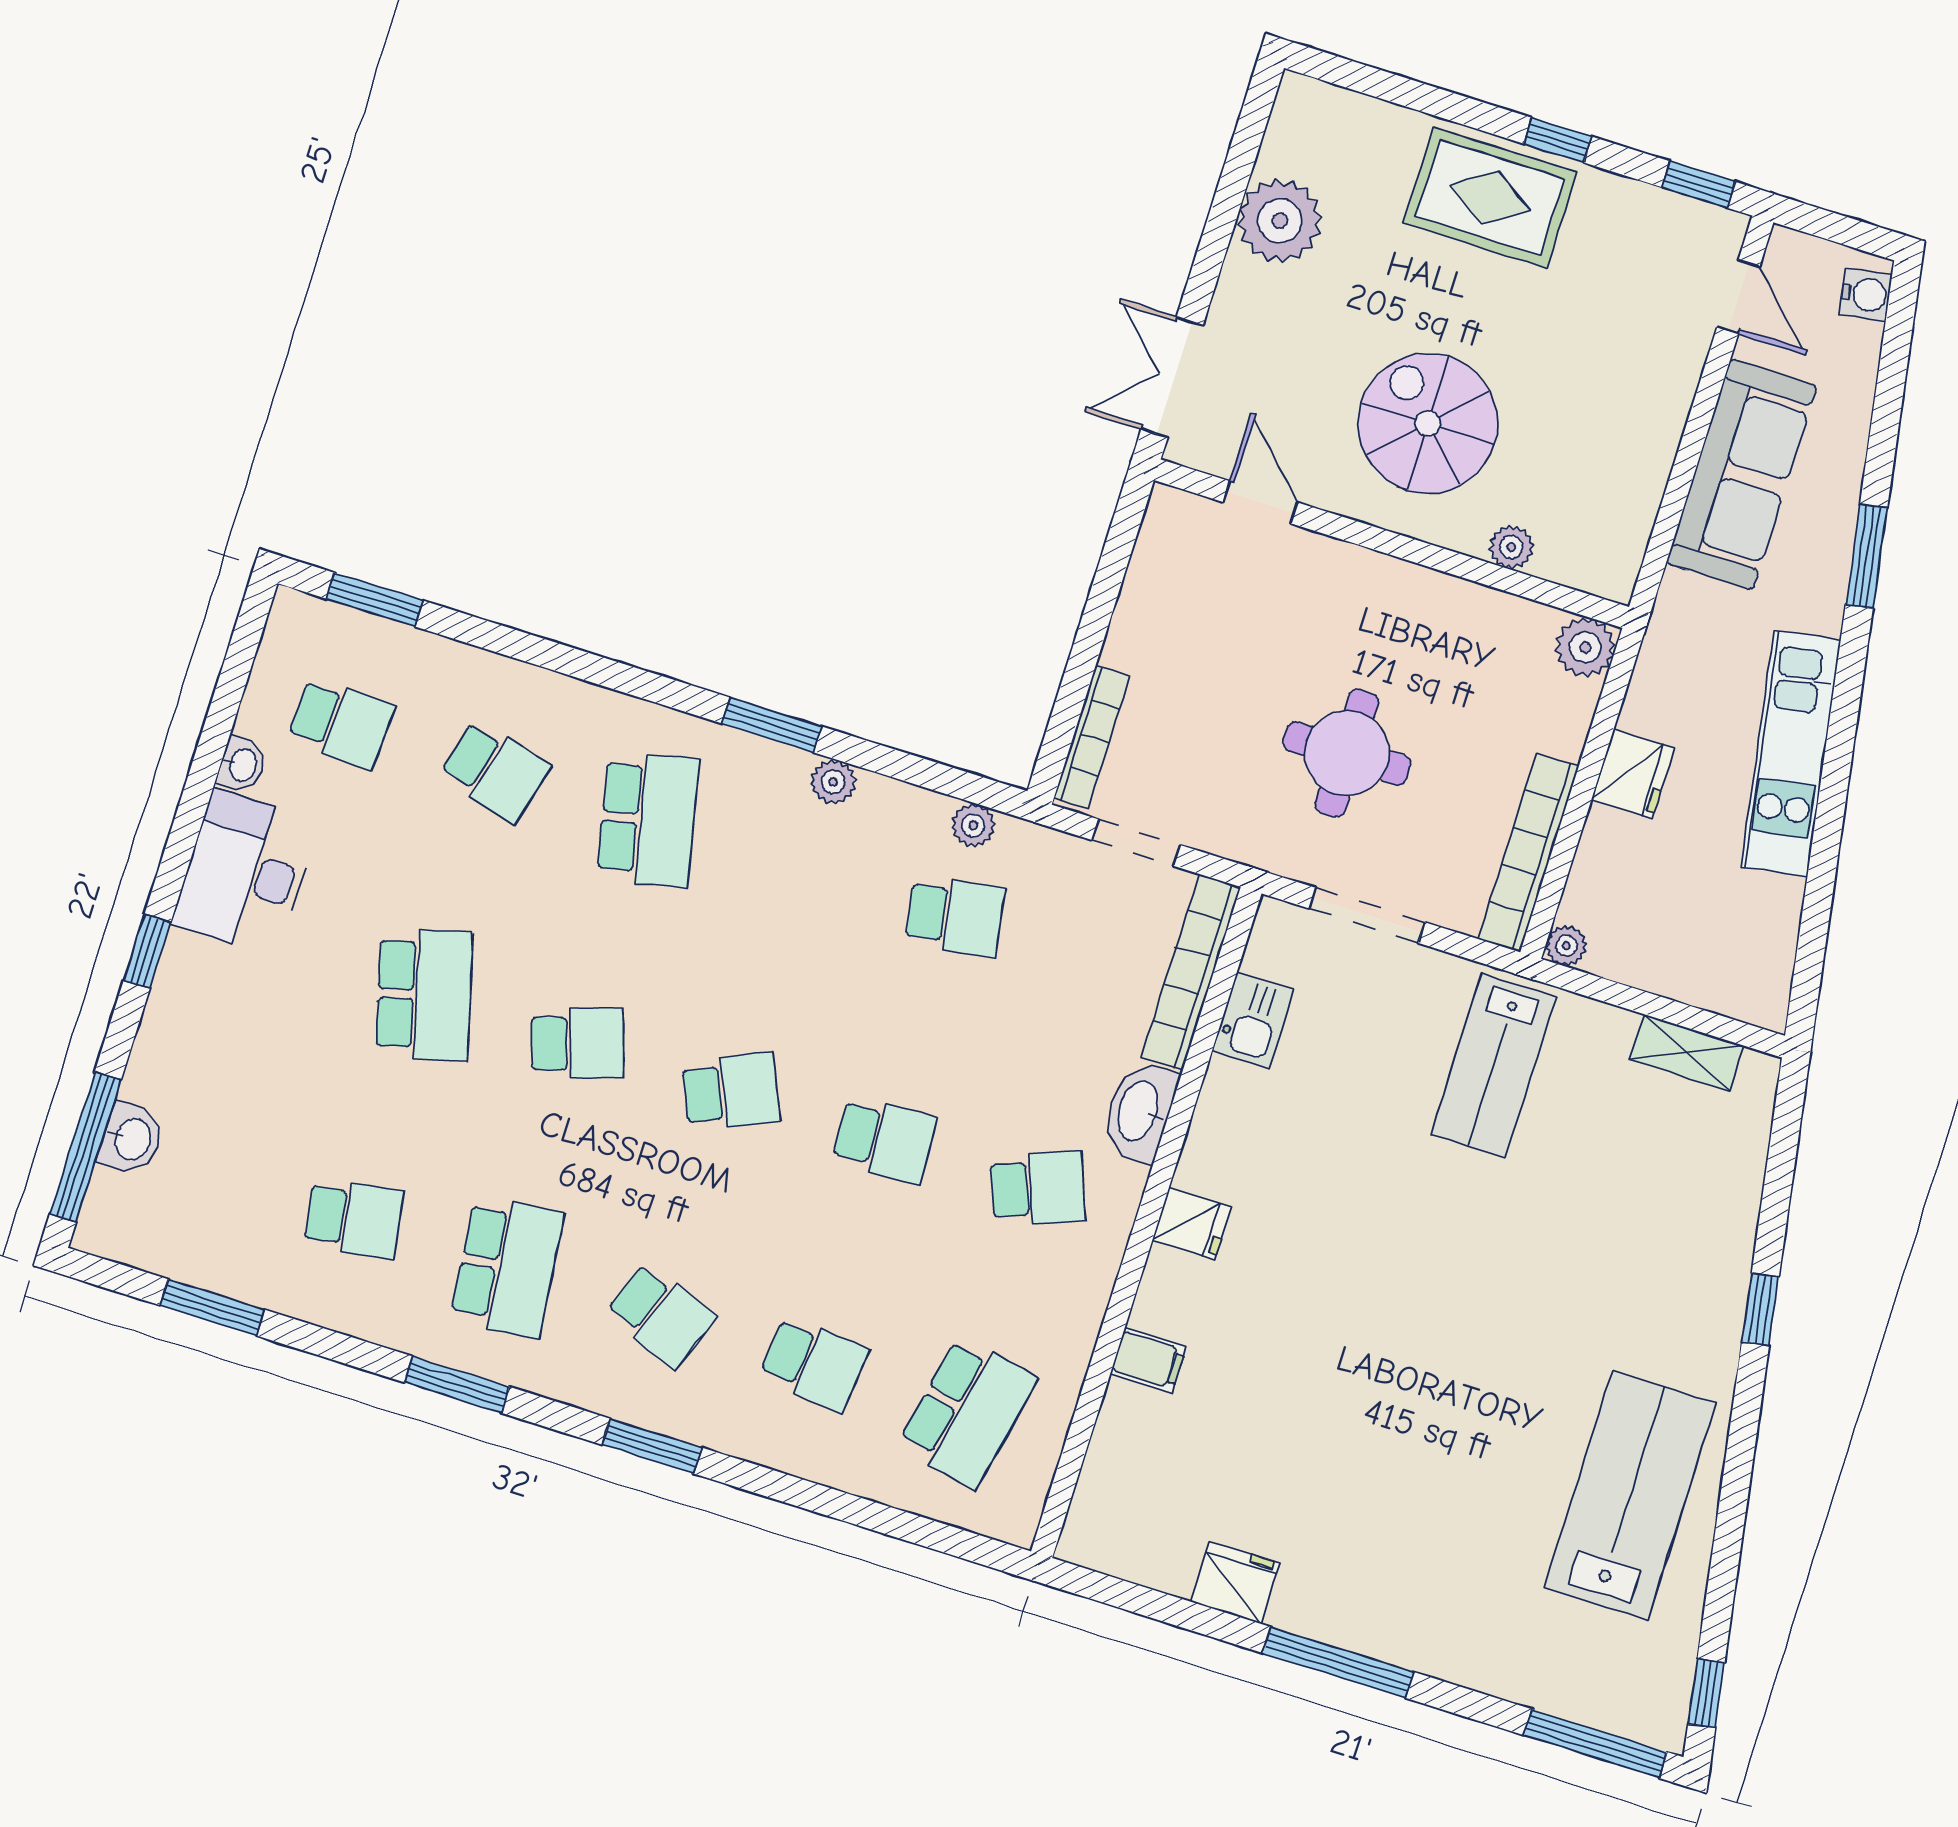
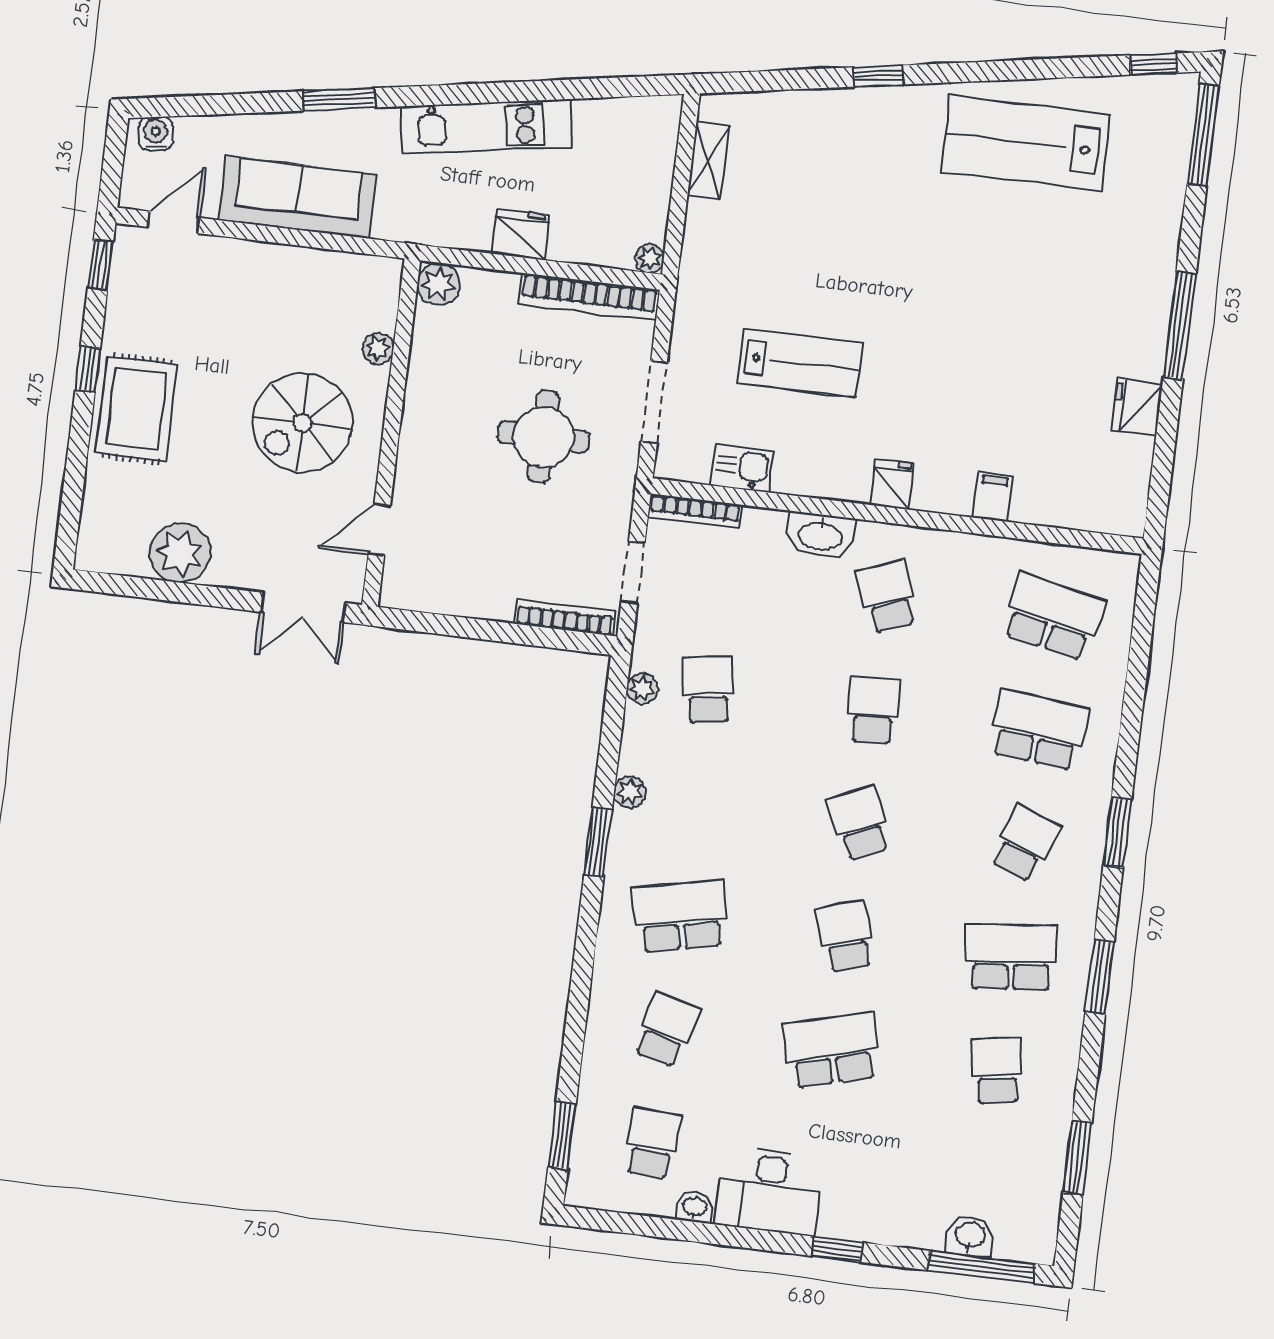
bookcase: (1191, 972) -> (695, 511), width x0.68, depth x0.76
lab bench: (1493, 1066) -> (800, 363), moved
school desk: (814, 1364) -> (1039, 730), width x1.85

